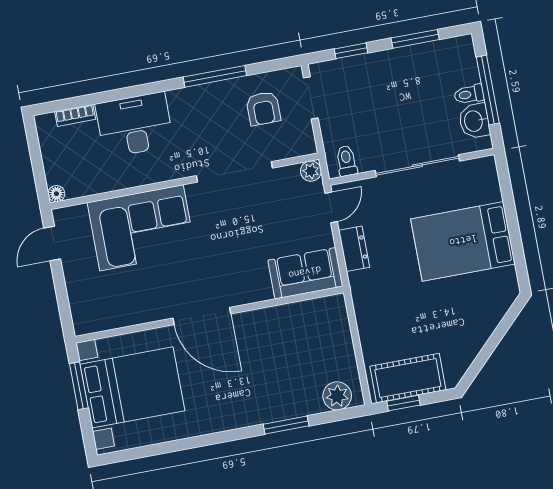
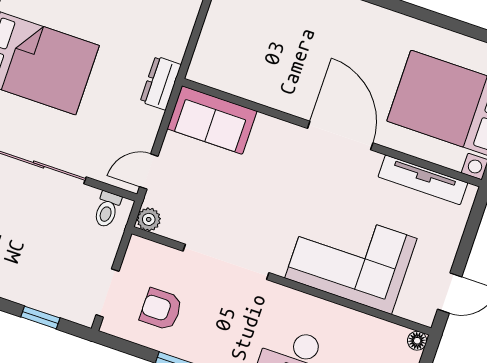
armchair: (263, 108) -> (161, 309), turned -90
dresser: (354, 249) -> (161, 83), moved
tv unit: (121, 318) -> (423, 180), added

